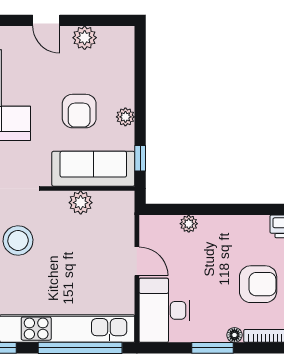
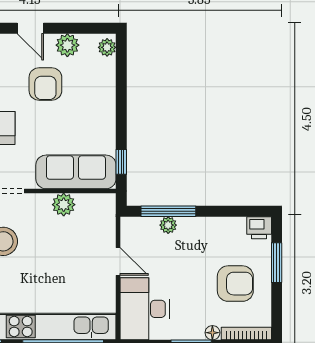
armchair: (79, 111) -> (45, 84), moved
plant: (125, 117) -> (107, 47), moved
window: (189, 209) -> (168, 211), added

